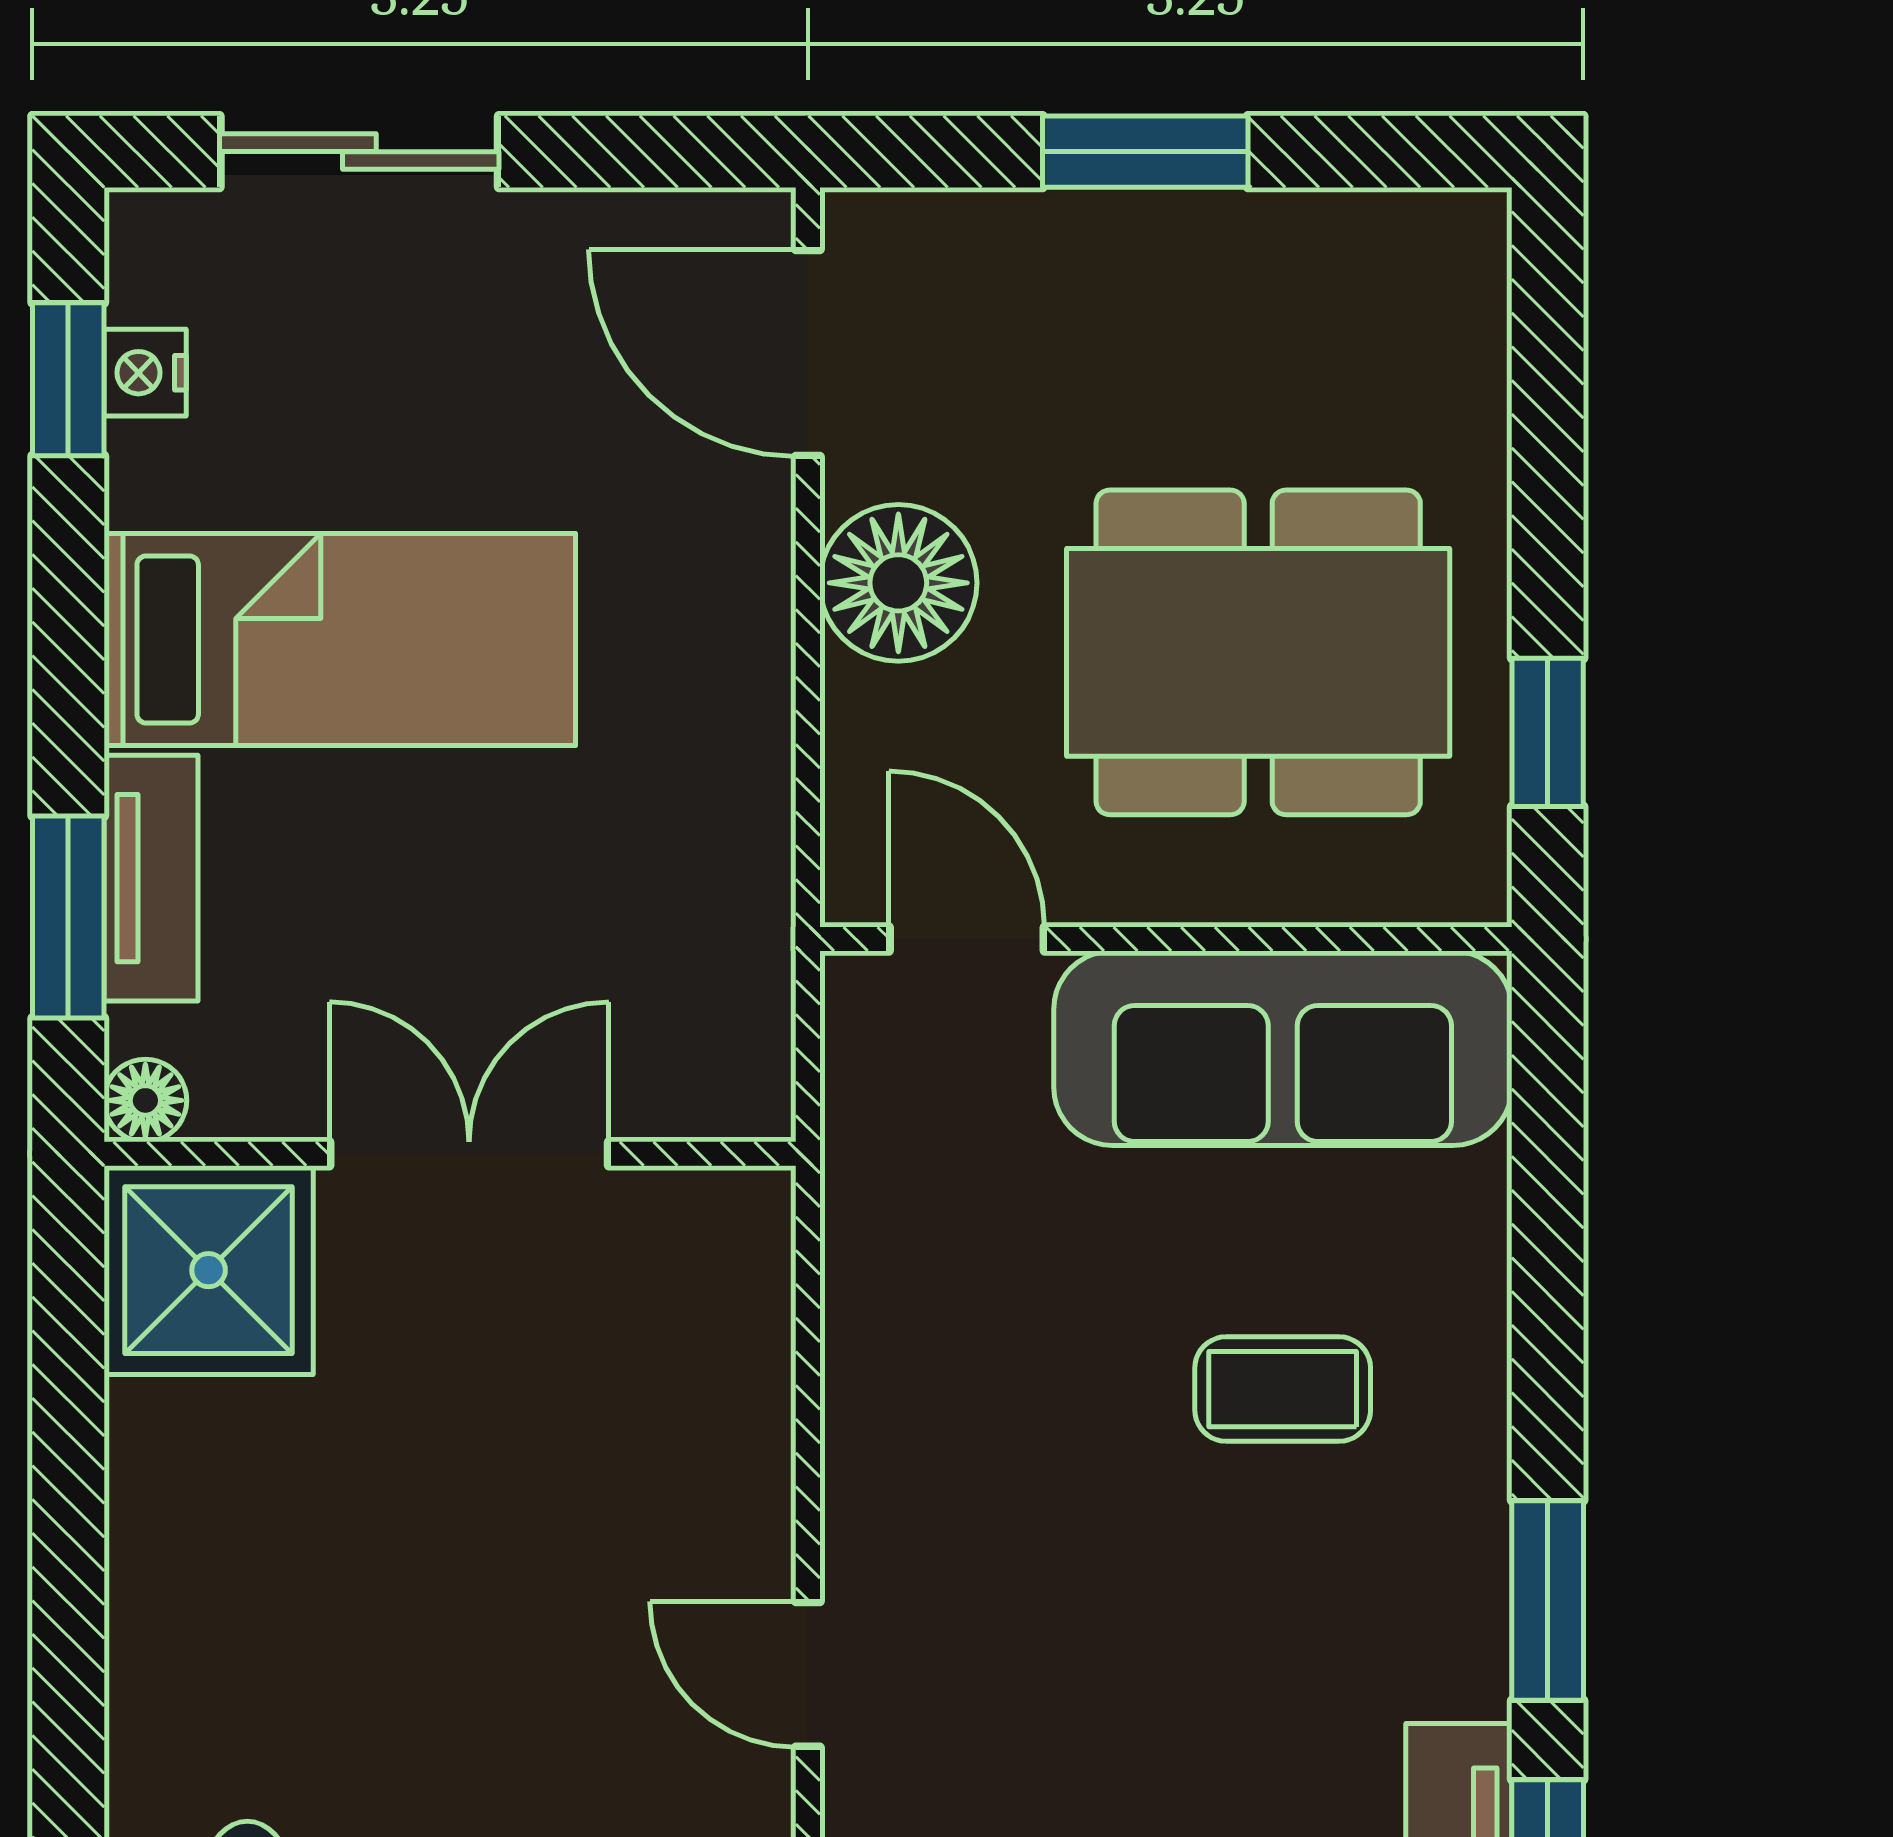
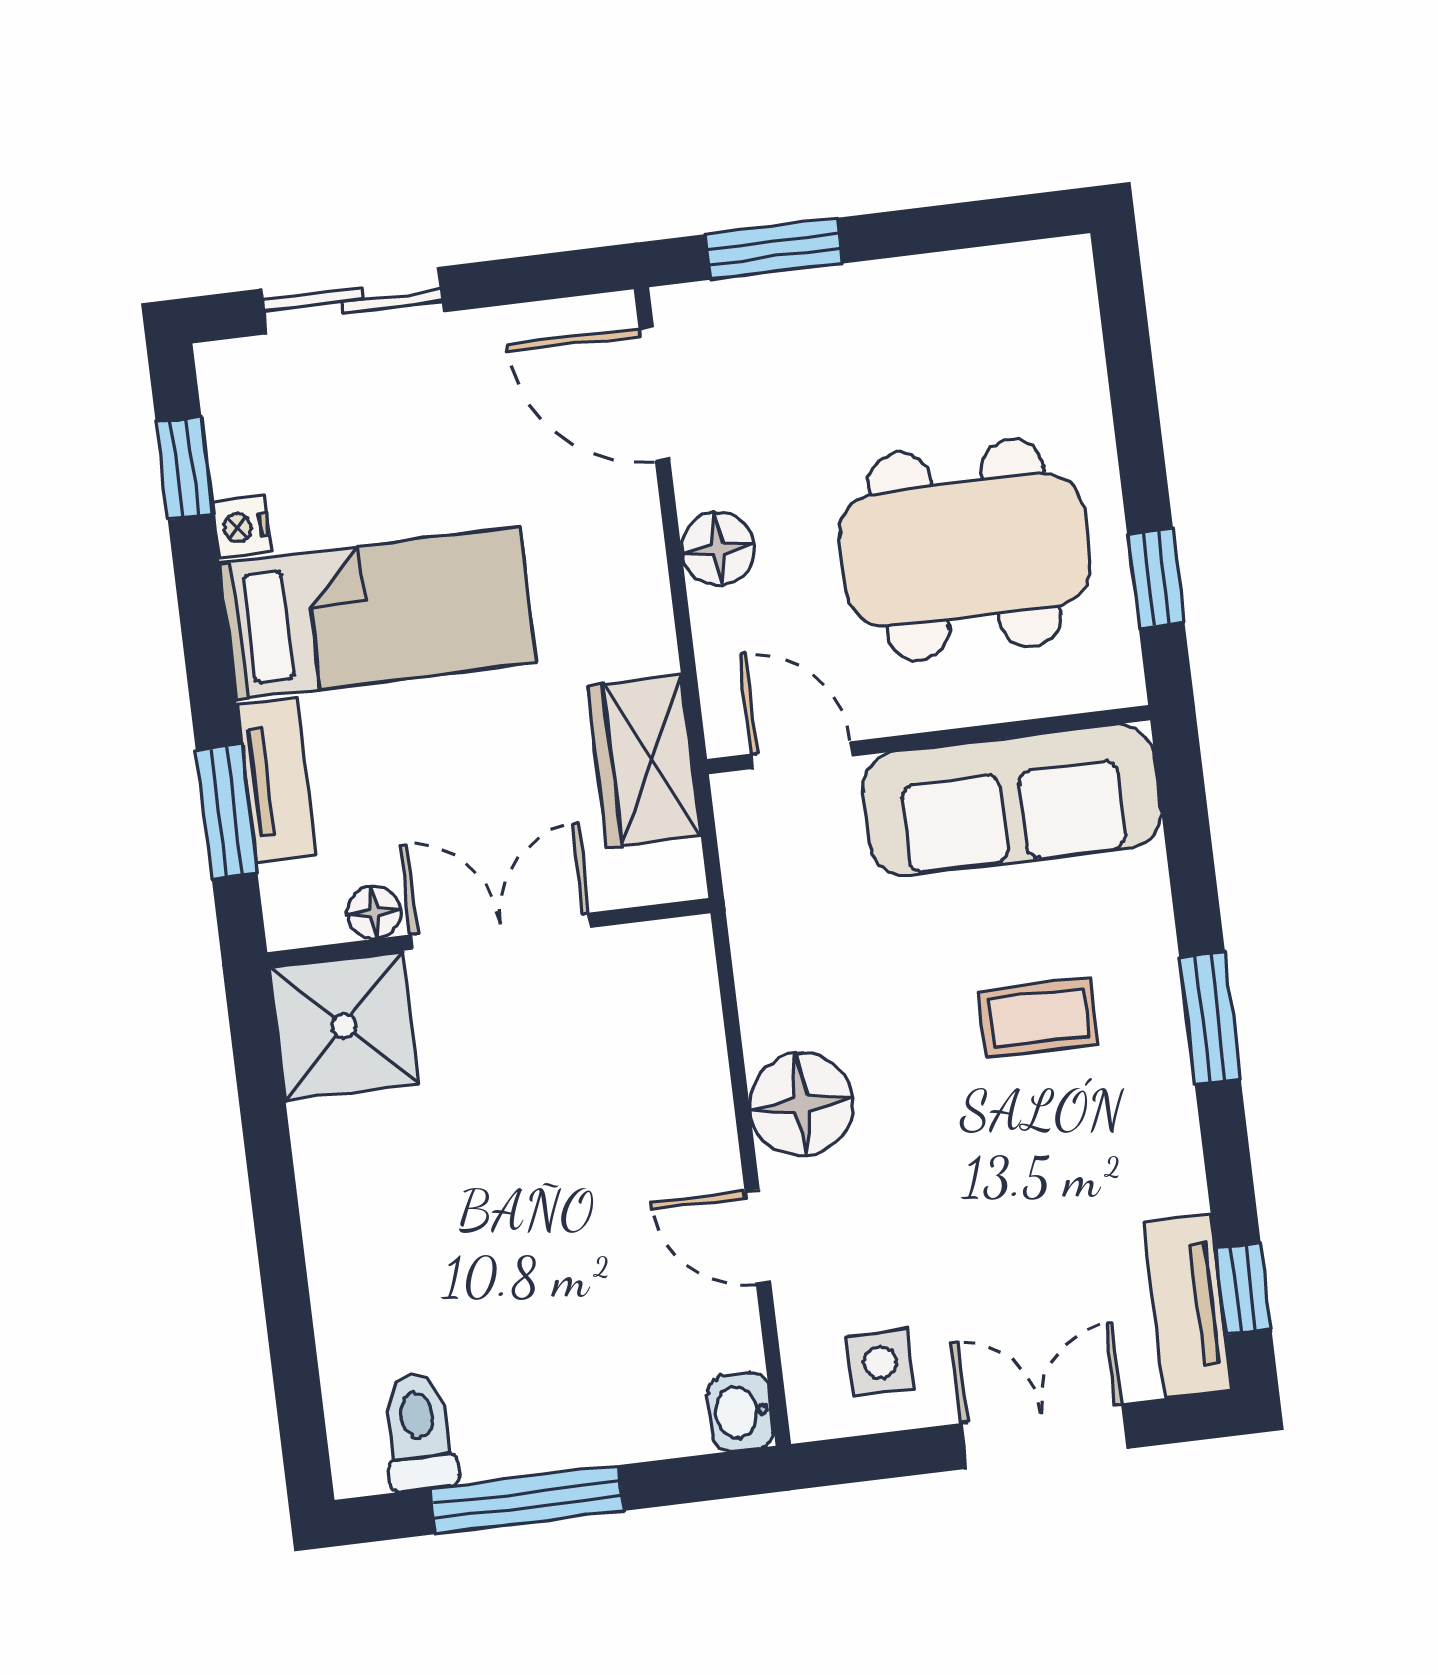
window: (1145, 152) -> (774, 249), moved
nightstand: (145, 373) -> (242, 527), moved
floor lamp: (898, 583) -> (718, 549), width x0.73, depth x0.73
wardrobe: (722, 918) -> (644, 761), added
floor lamp: (145, 1100) -> (374, 912), moved
floor lamp: (900, 1478) -> (801, 1104), added
window: (1548, 1600) -> (1210, 1019), moved

